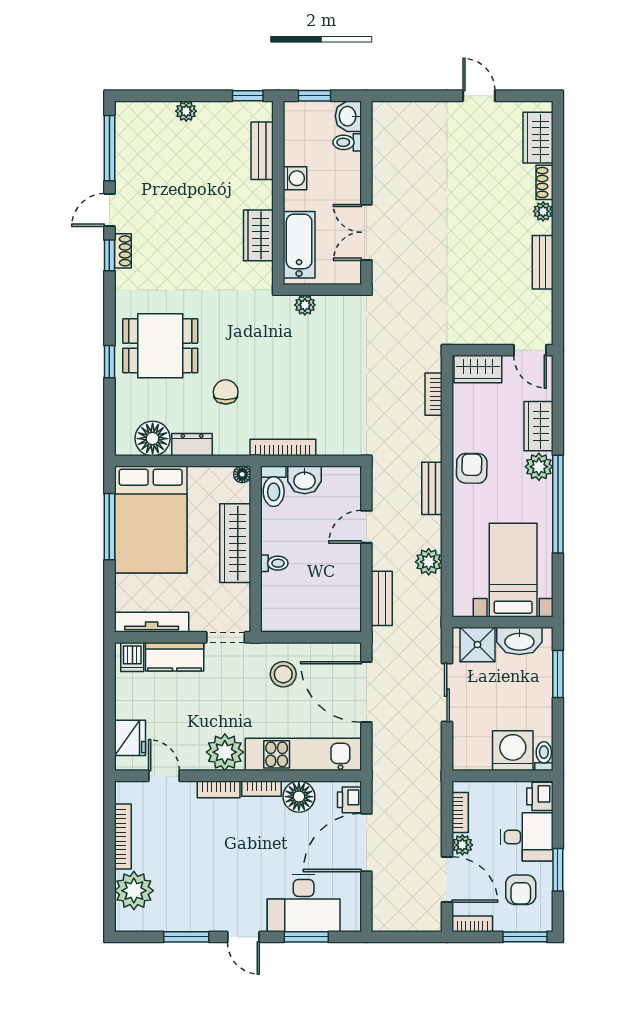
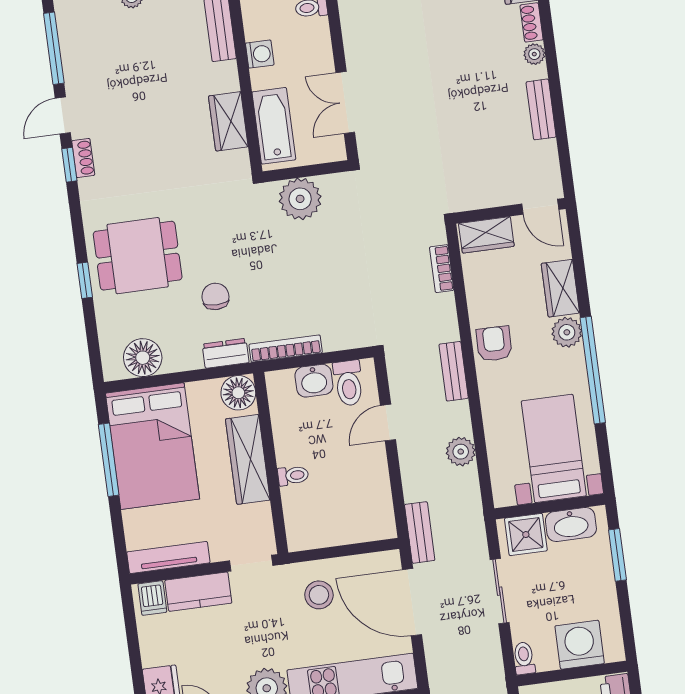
plant: (305, 305) -> (300, 199), width x1.88, depth x1.88
dresser: (192, 445) -> (226, 353), moved
floor lamp: (242, 474) -> (238, 393), width x1.89, depth x1.89
toilet: (274, 486) -> (348, 383), moved
bench: (382, 598) -> (420, 532), moved
toilet: (544, 756) -> (524, 658), moved

